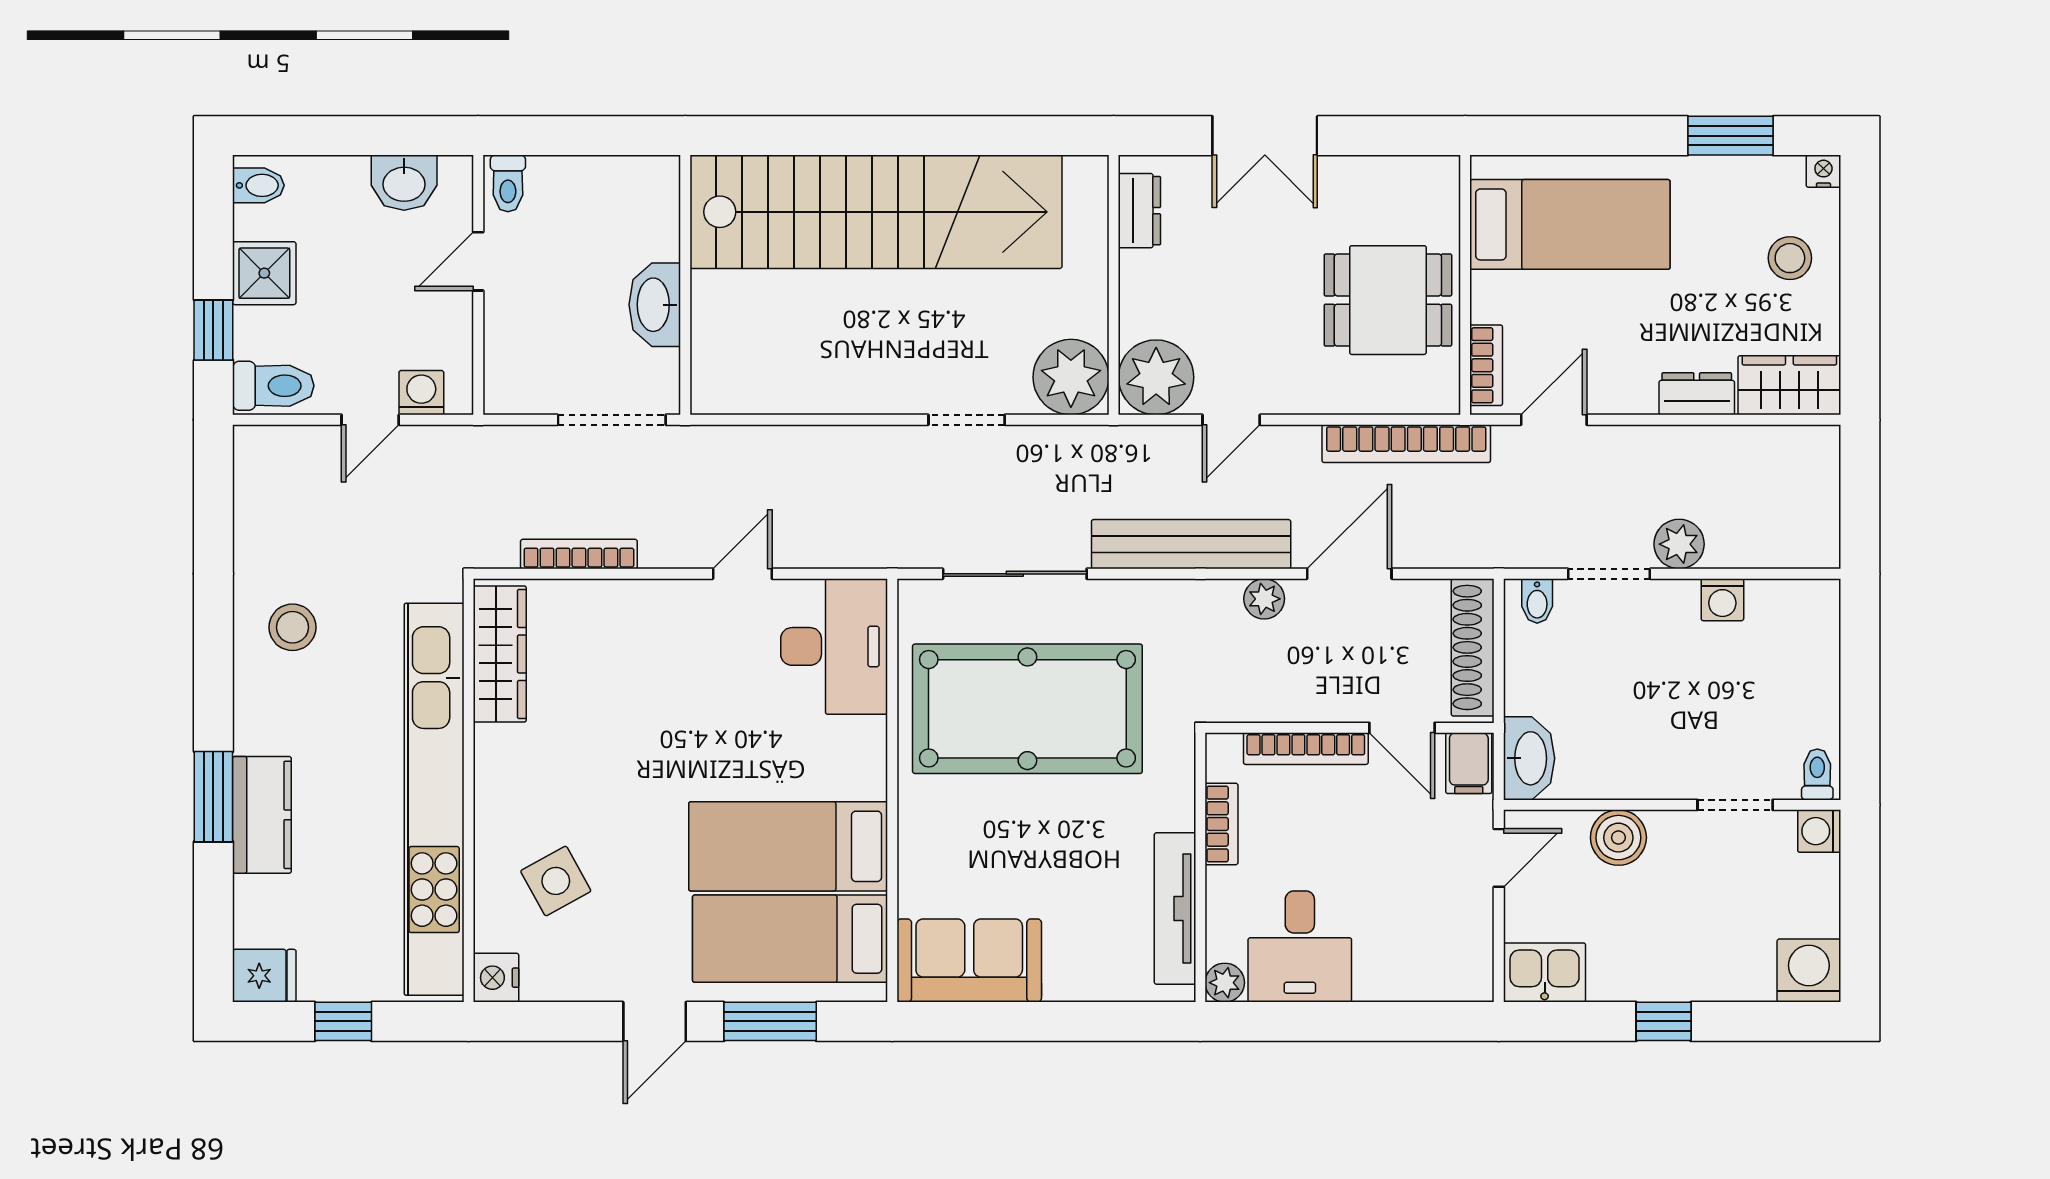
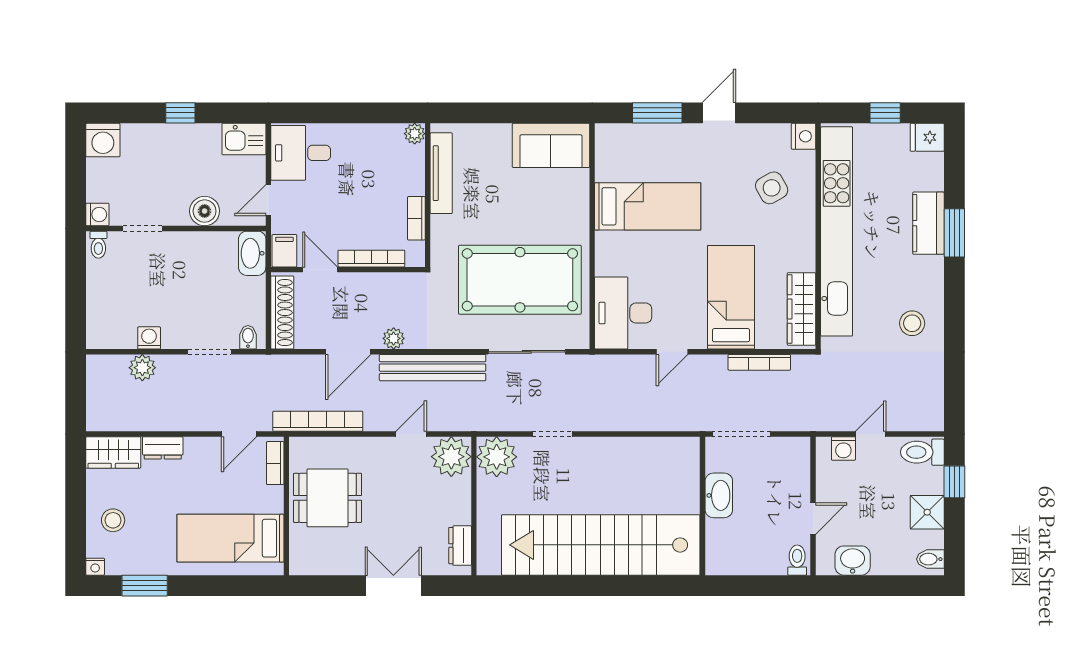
plant: (1679, 544) -> (142, 368), moved
bed: (790, 939) -> (731, 297), moved, turned -90
desk: (1300, 947) -> (301, 153), moved, turned -90

